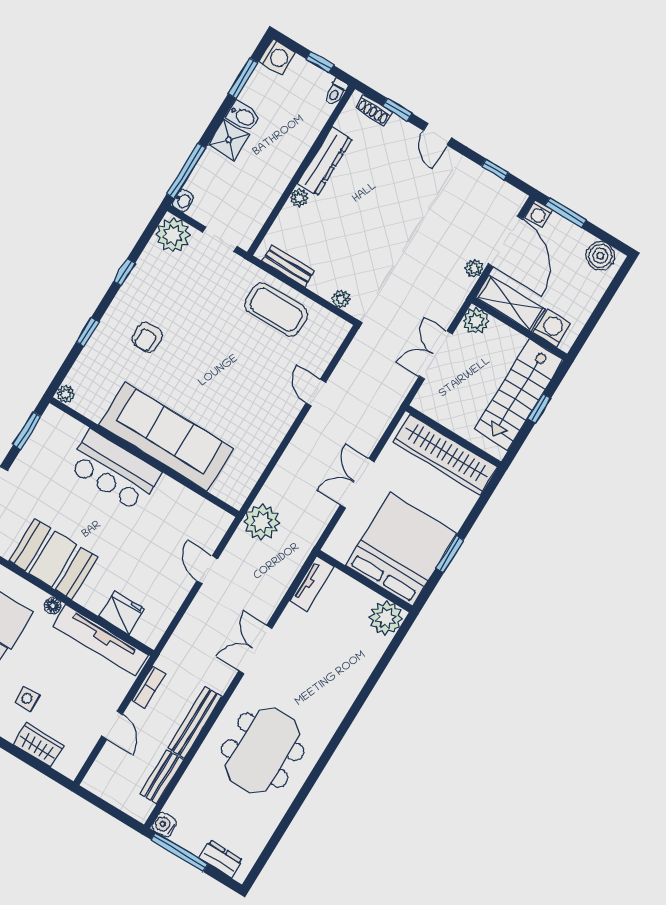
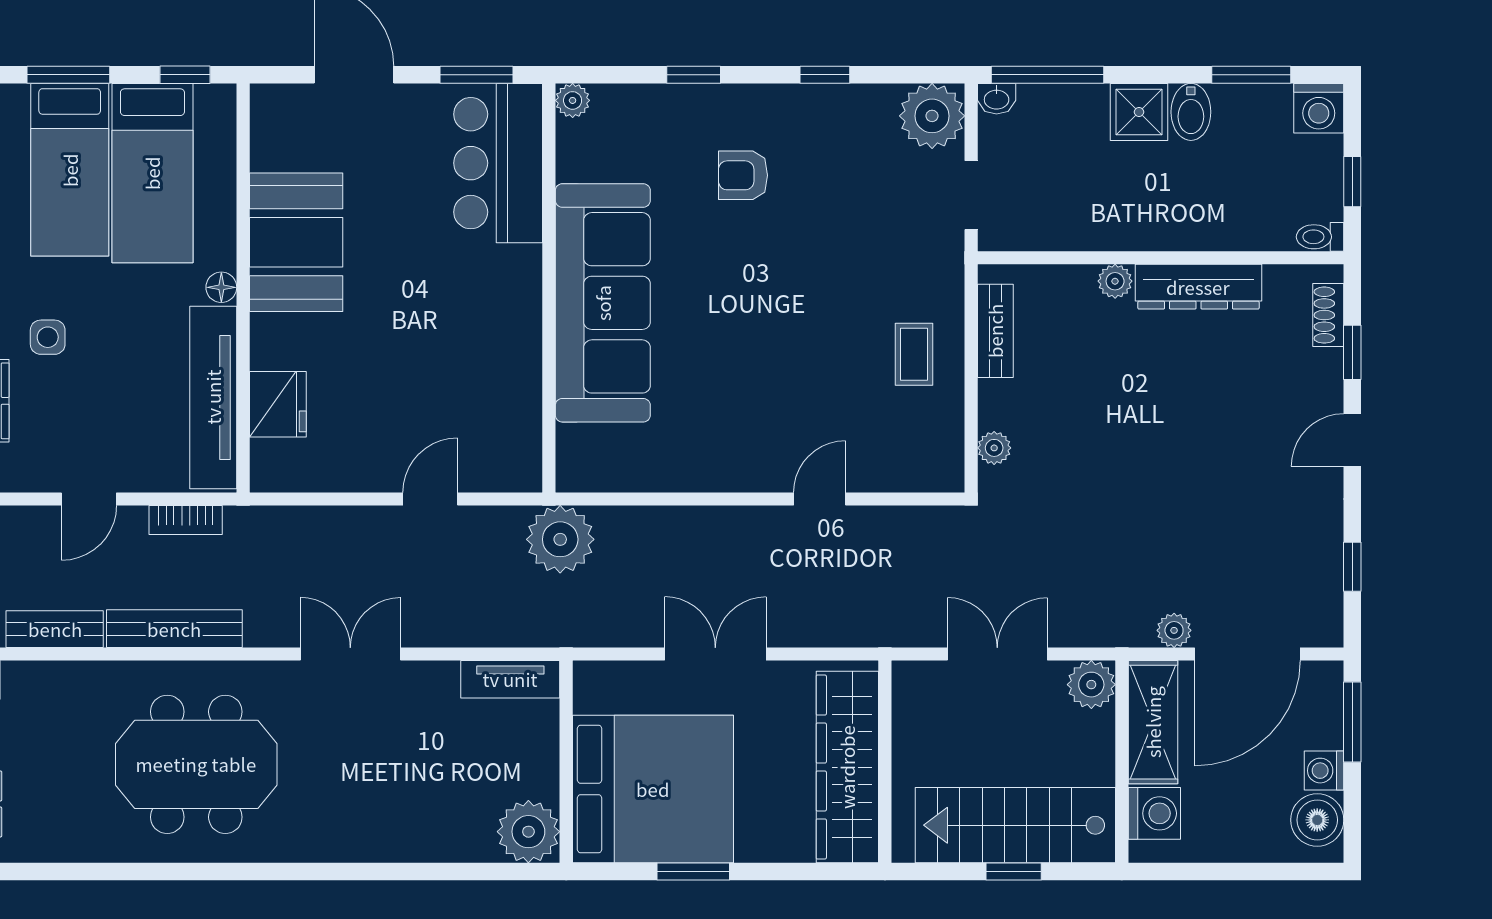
washing machine: (539, 214) -> (1324, 771), moved
coffee table: (276, 310) -> (914, 354), width x0.54, depth x0.58
bar counter: (114, 470) -> (498, 163), moved

